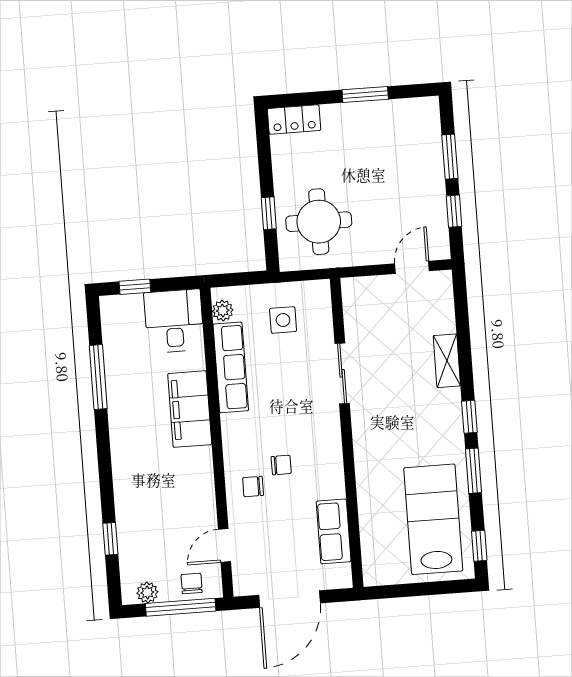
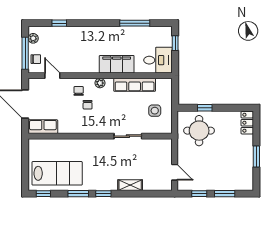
plant: (223, 311) -> (100, 83), moved
row of seats: (334, 531) -> (43, 127), moved

